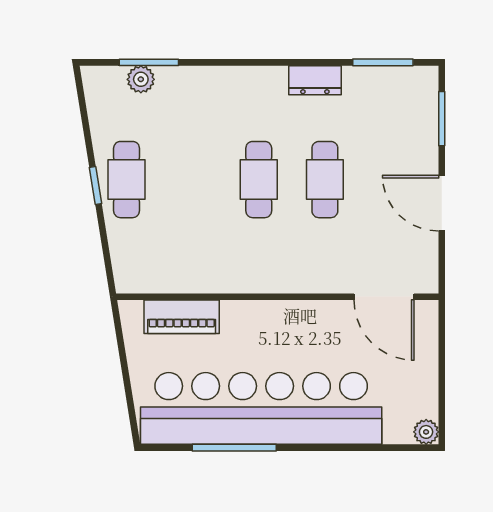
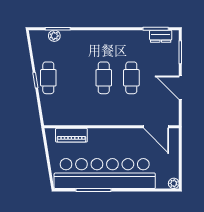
dresser: (315, 80) -> (161, 36), moved

